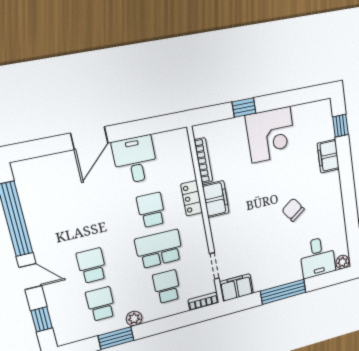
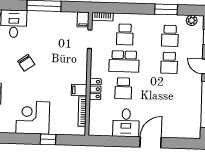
filing cabinet: (216, 199) -> (79, 90), width x0.50
filing cabinet: (236, 288) -> (83, 19), width x0.50
plant: (134, 319) -> (192, 20), moved

